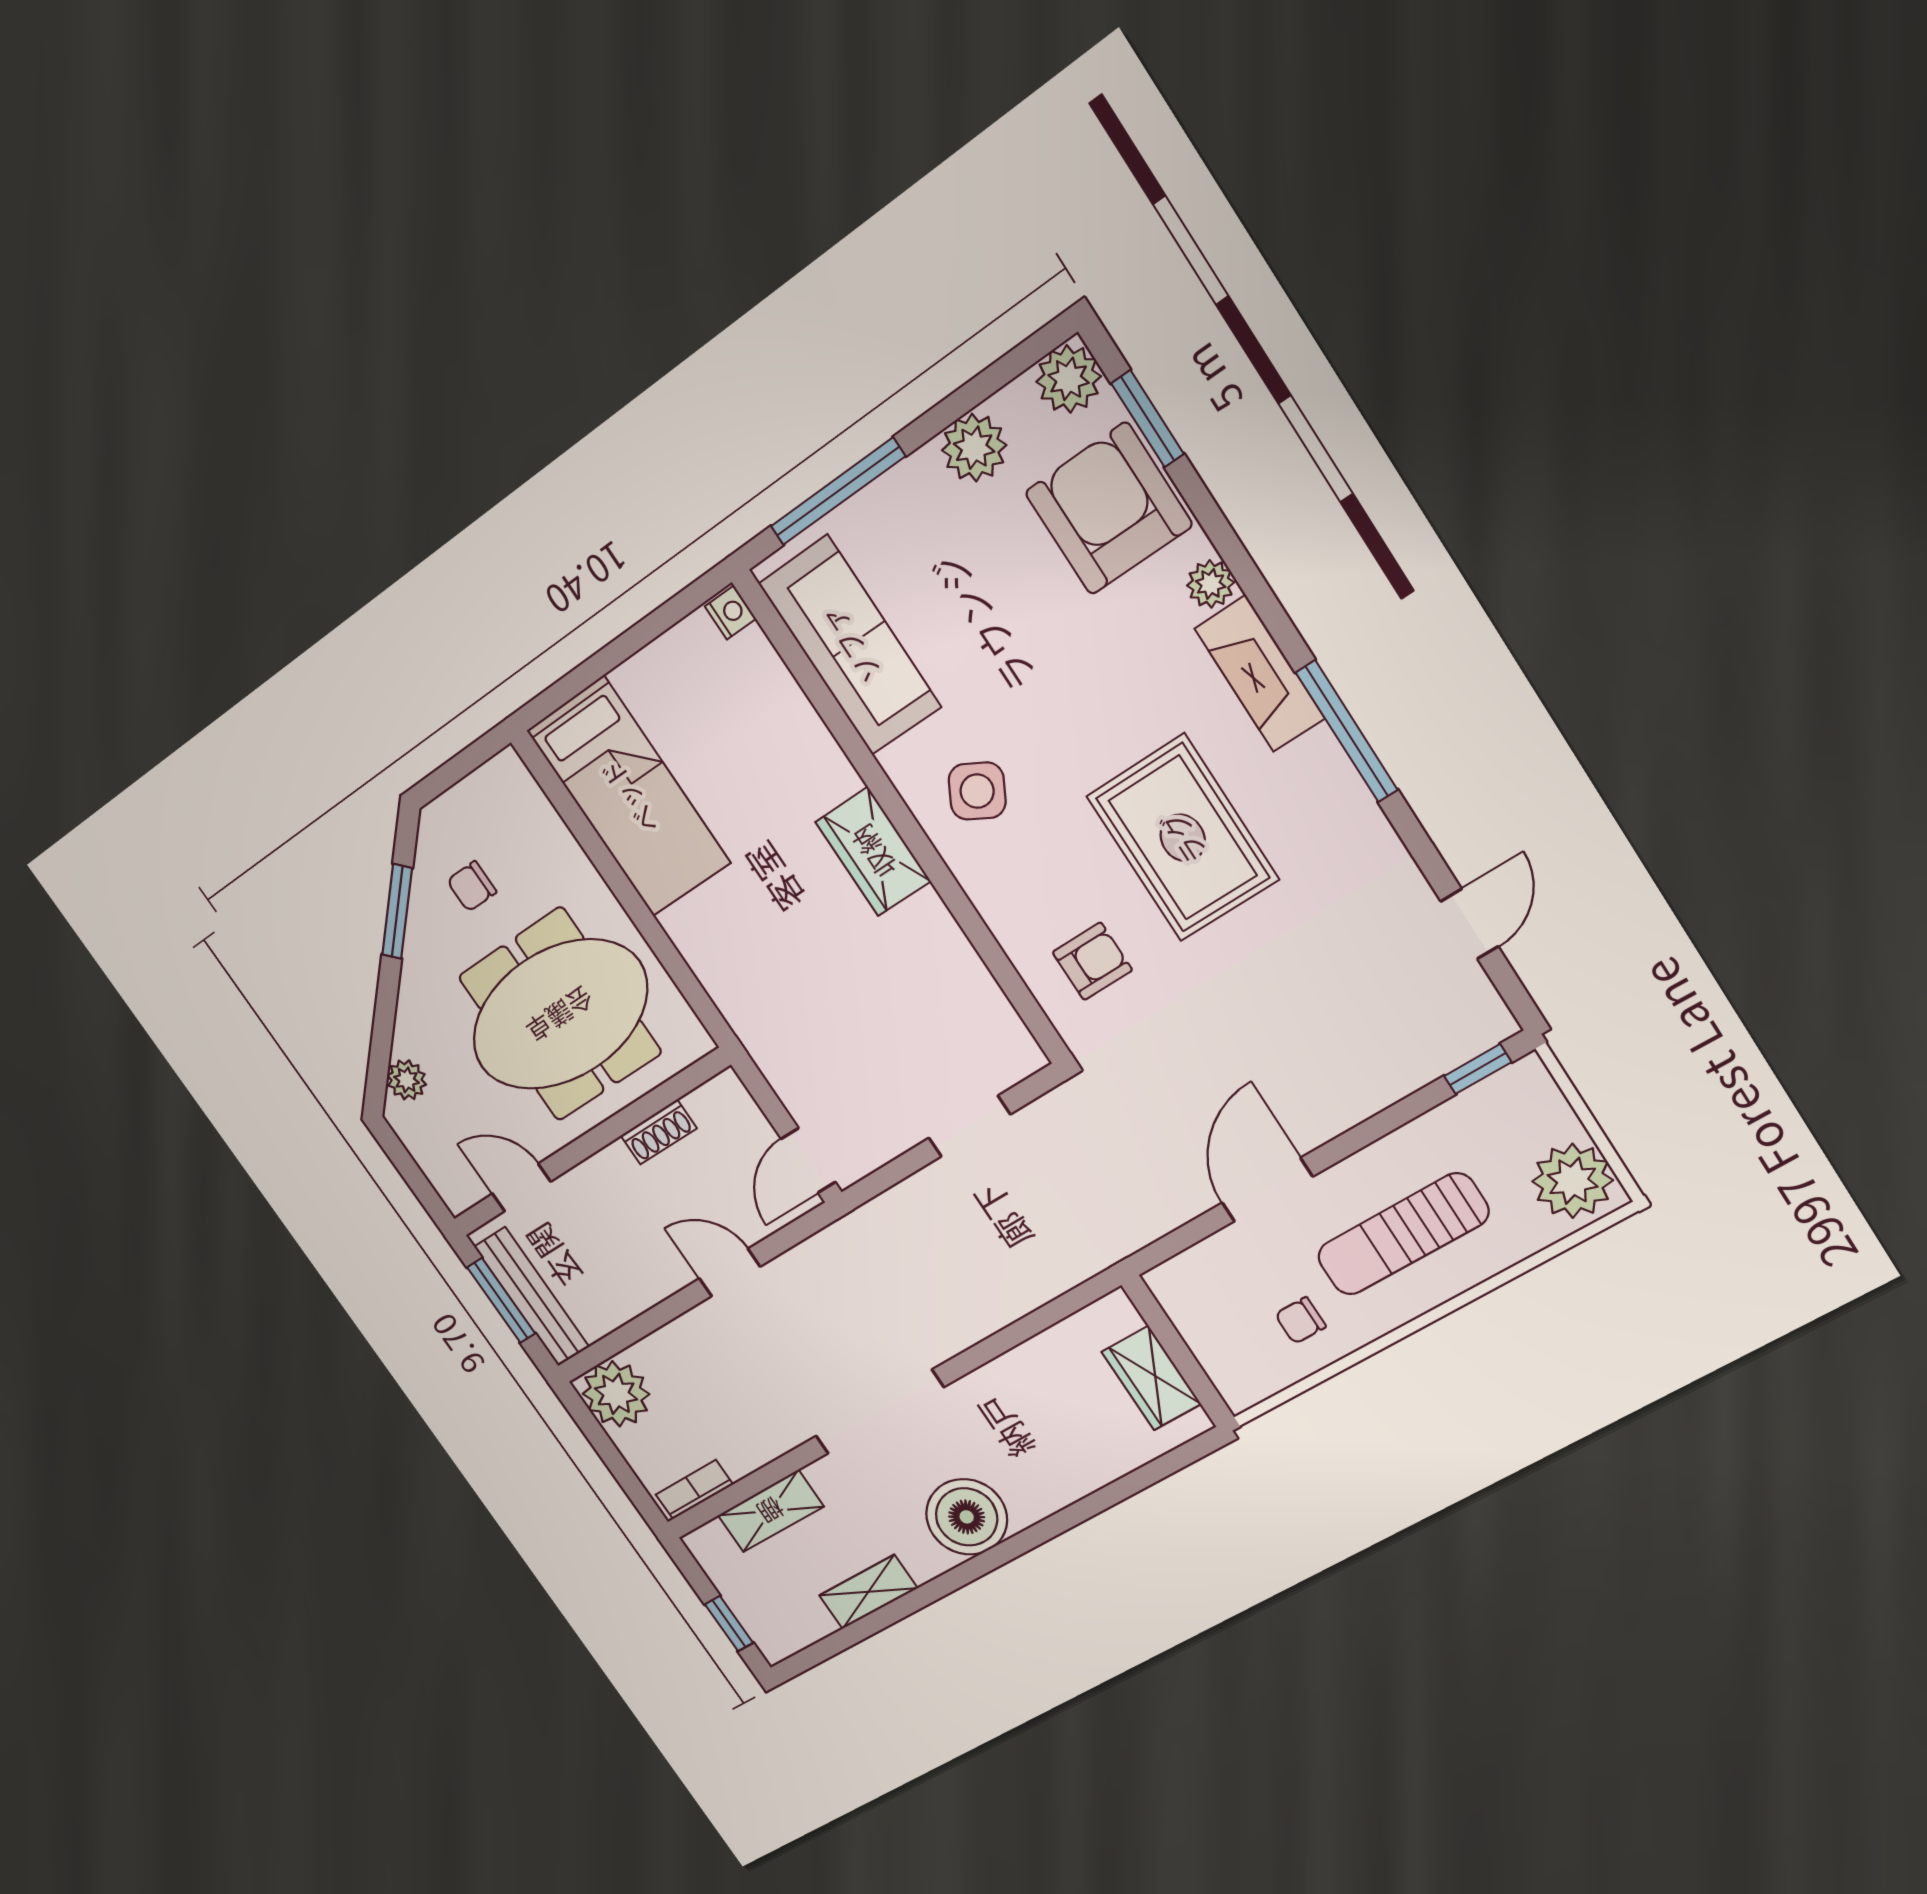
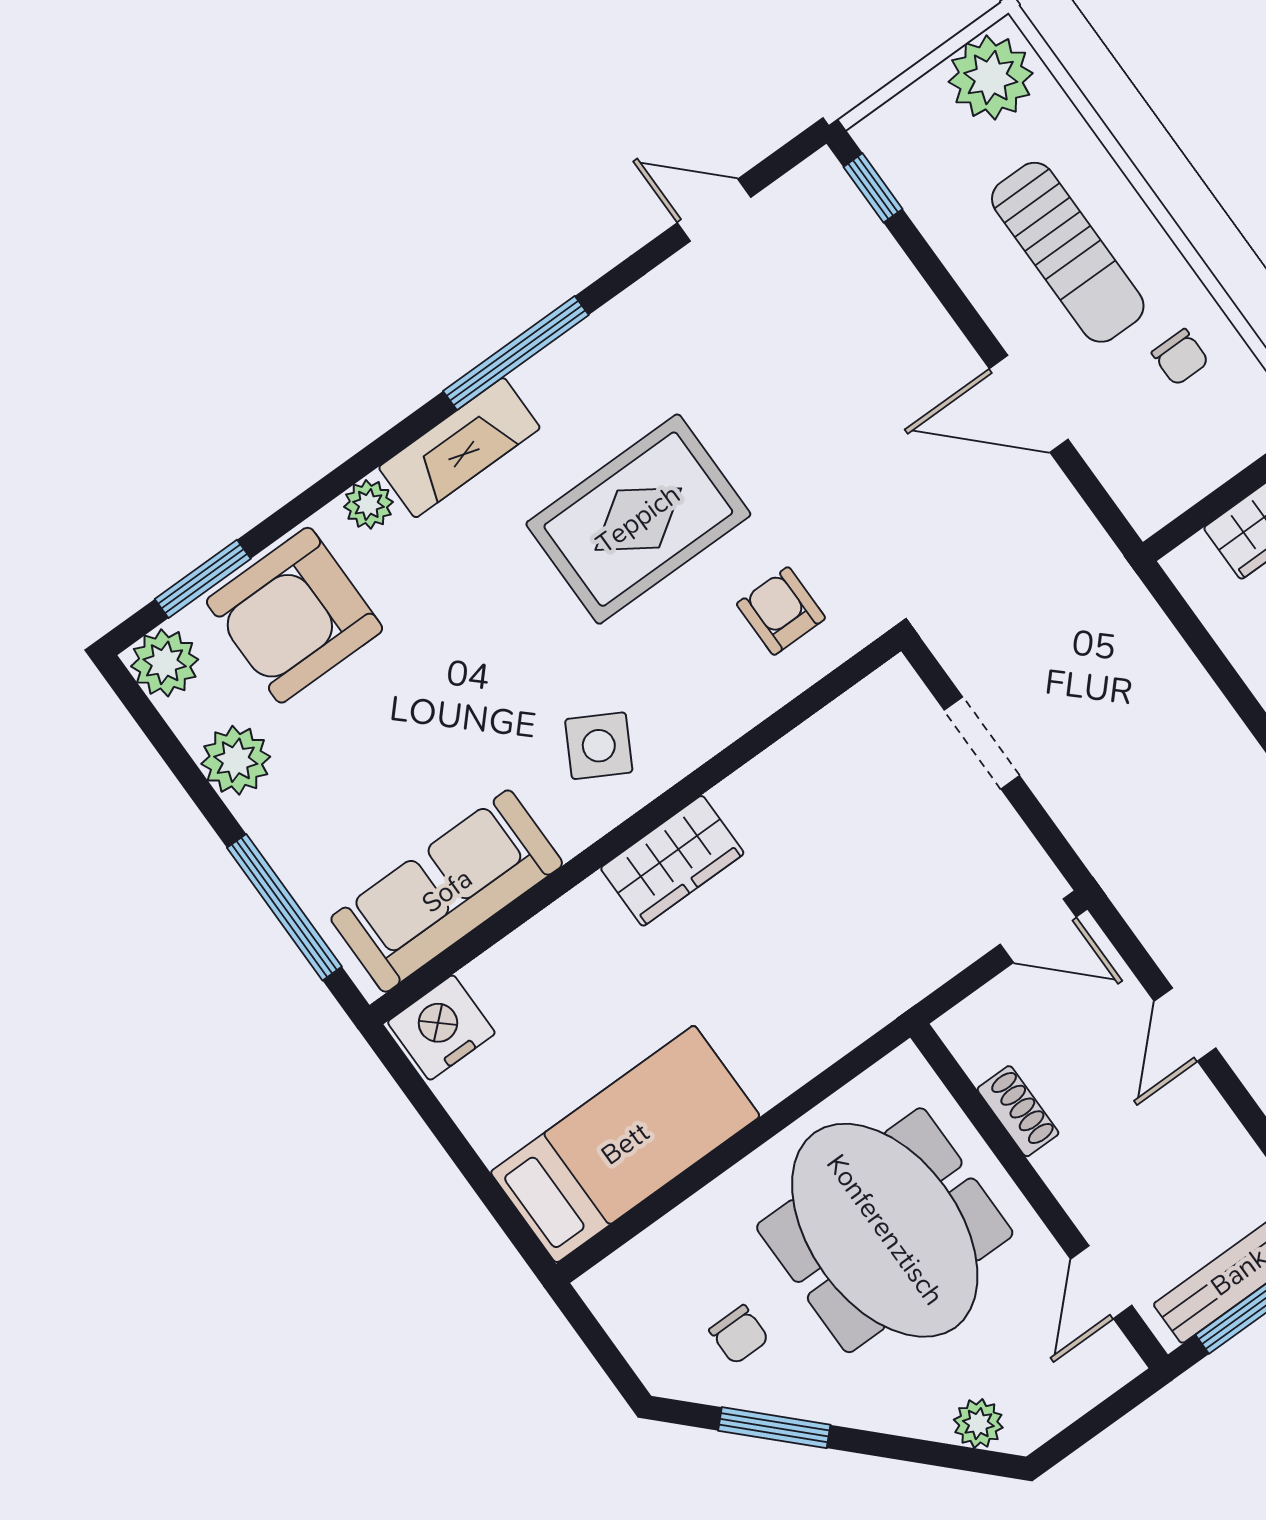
nightstand: (730, 613) -> (441, 1028), width x1.89, depth x1.79

